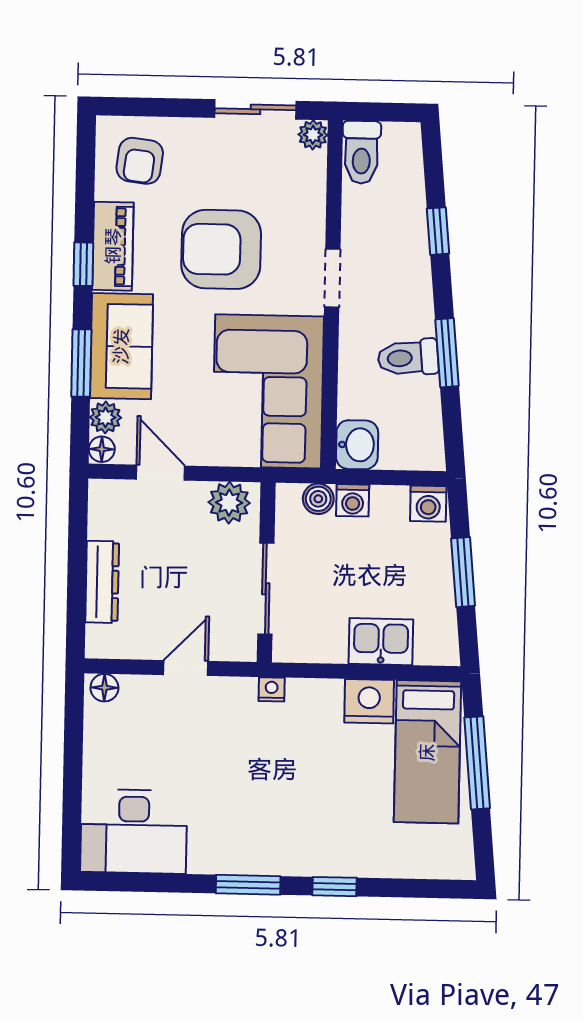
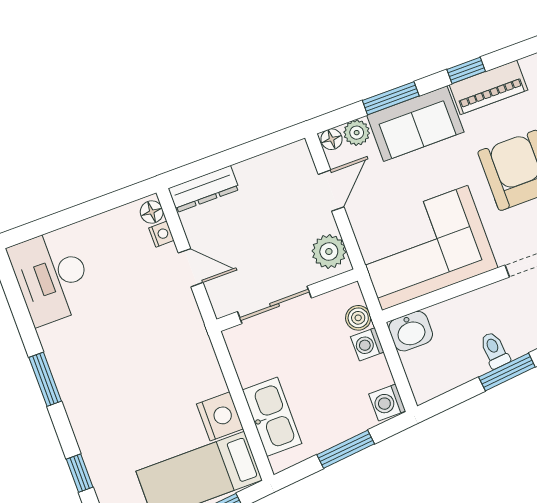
toilet: (408, 358) -> (495, 350), width x0.73, depth x0.72
dresser: (102, 582) -> (204, 189), moved
kitchen sink: (381, 642) -> (272, 417), width x1.38
nightstand: (272, 689) -> (161, 234), moved
window: (335, 887) -> (80, 473), moved

